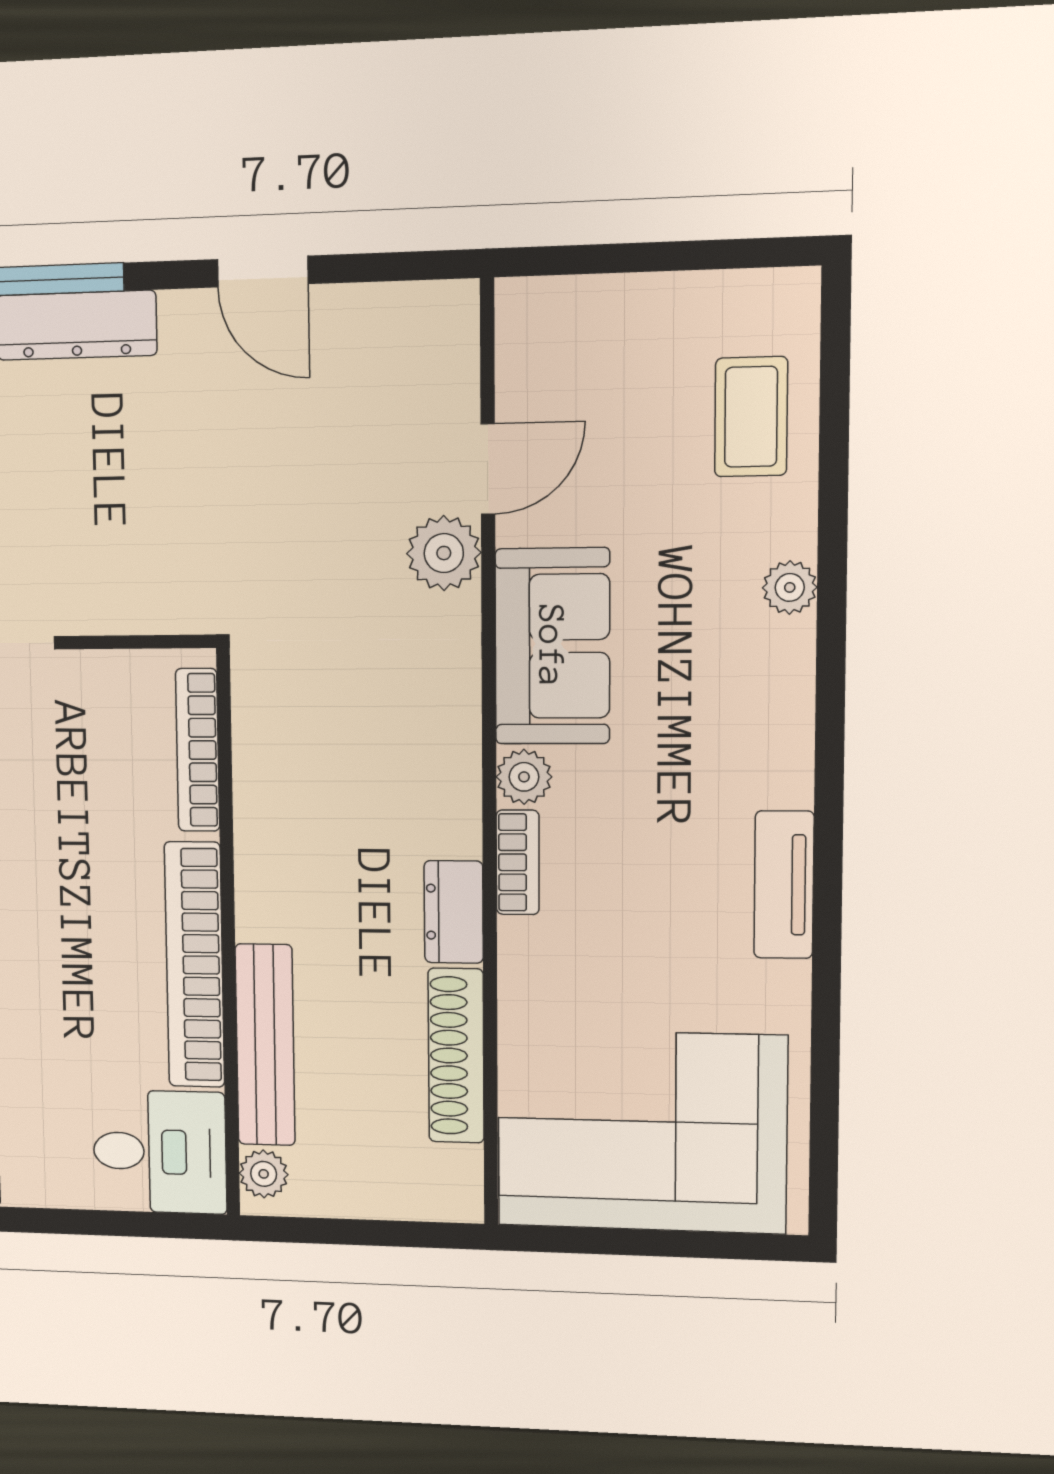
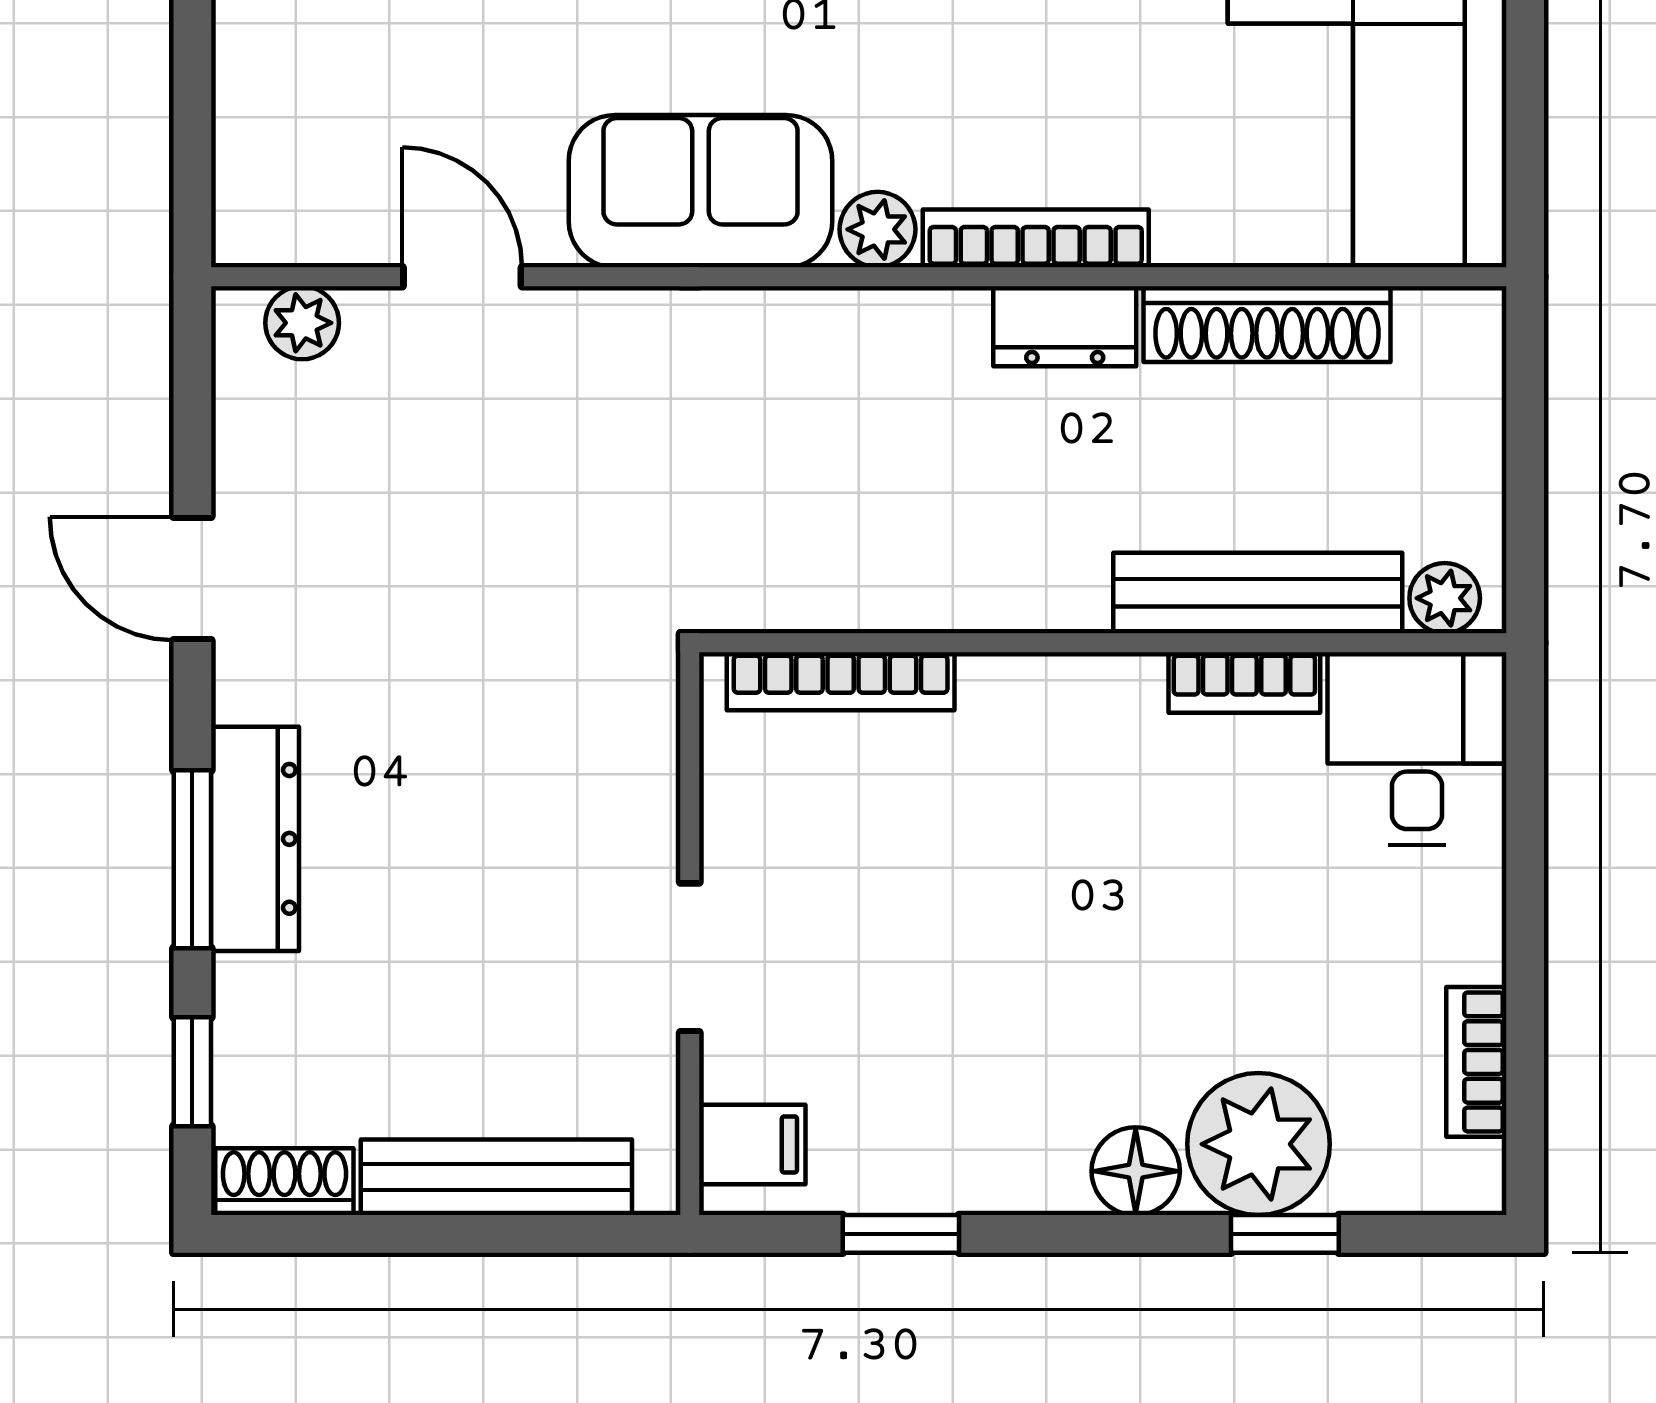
door: (263, 272) -> (192, 578), swing flipped
plant: (444, 553) -> (302, 323), moved, width x0.73, depth x0.73
bookcase: (518, 862) -> (1036, 238), width x1.56
bookcase: (195, 965) -> (1244, 682), width x0.43, depth x0.76

